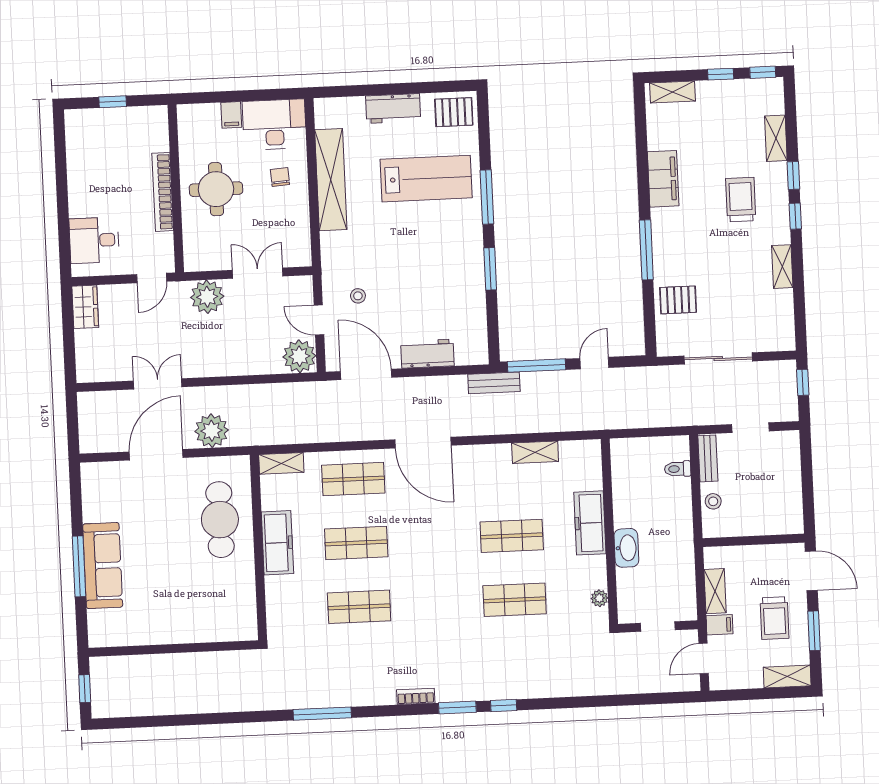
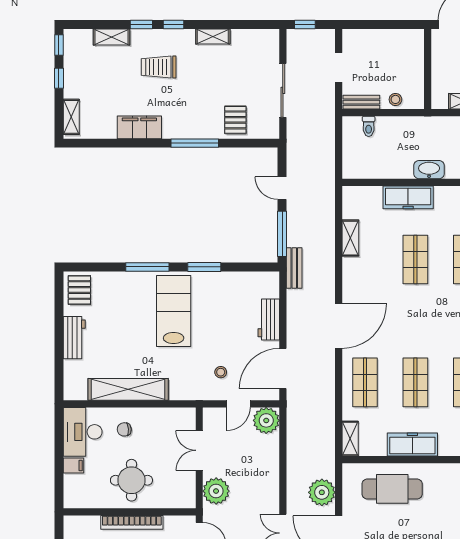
lab bench: (426, 179) -> (174, 311), moved

